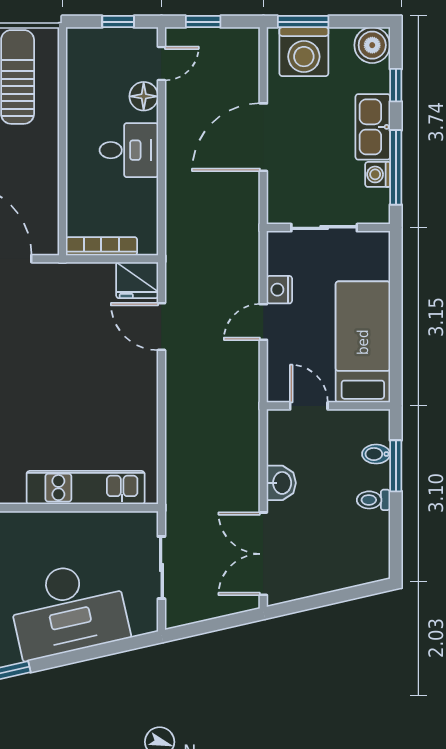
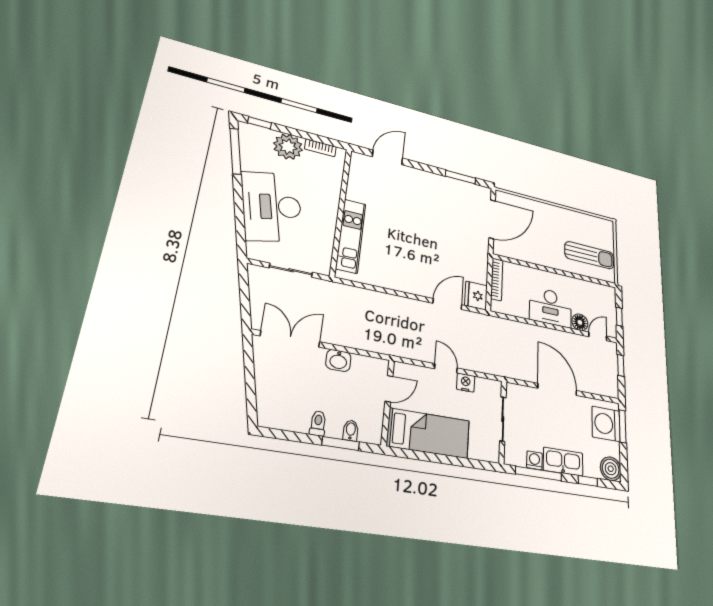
door: (161, 63) -> (598, 336), swing flipped
desk: (129, 150) -> (550, 307), width x1.37

